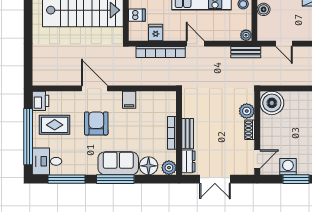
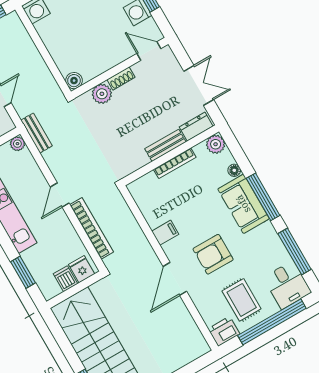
fridge: (156, 32) -> (82, 269), moved, turned 90
boiler: (272, 103) -> (74, 81), width x0.54, depth x0.54
floor lamp: (149, 166) -> (234, 170), width x0.53, depth x0.53

